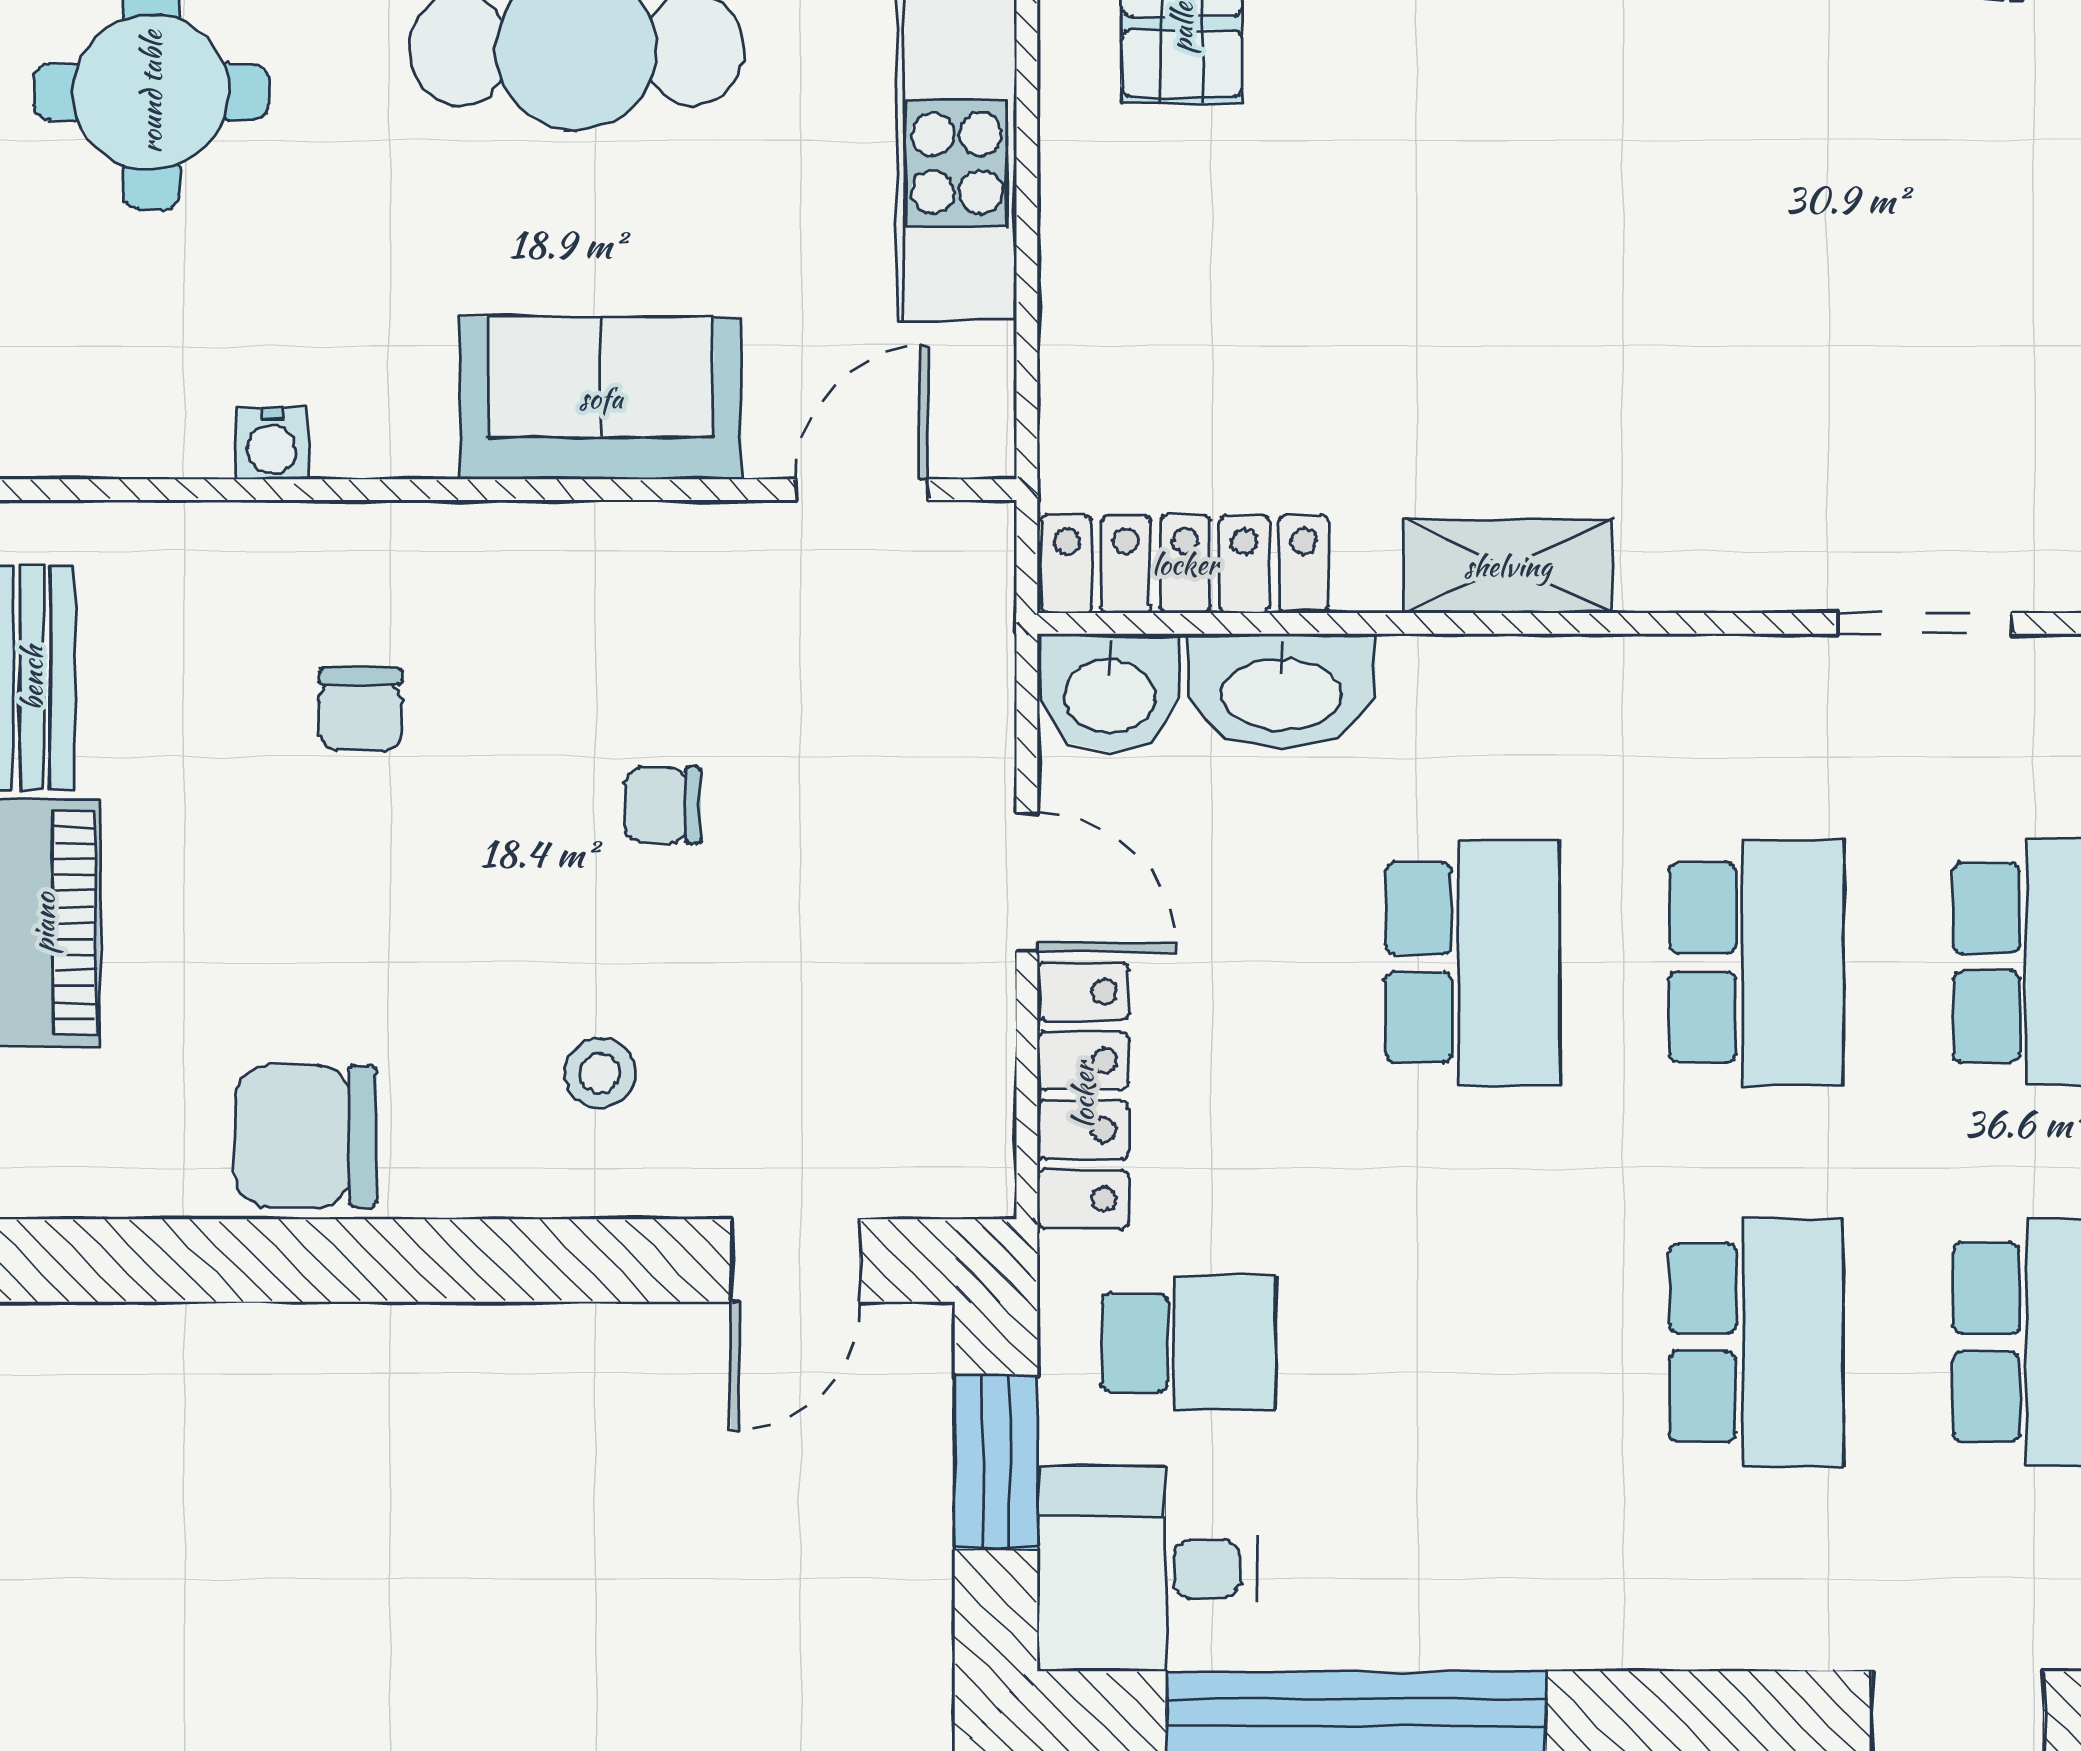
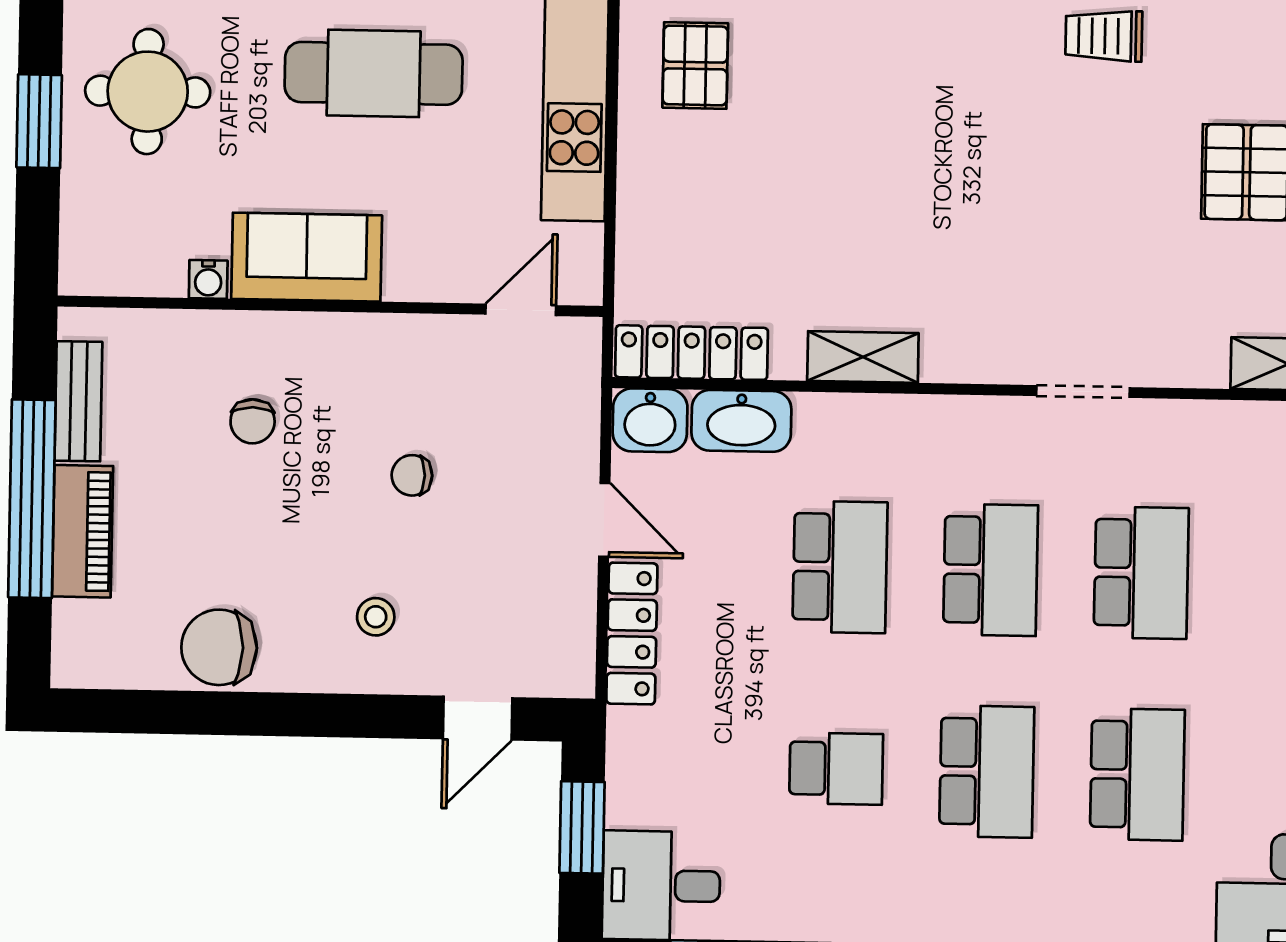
sofa: (601, 398) -> (307, 257), moved
school desk: (1189, 1343) -> (836, 769), moved

